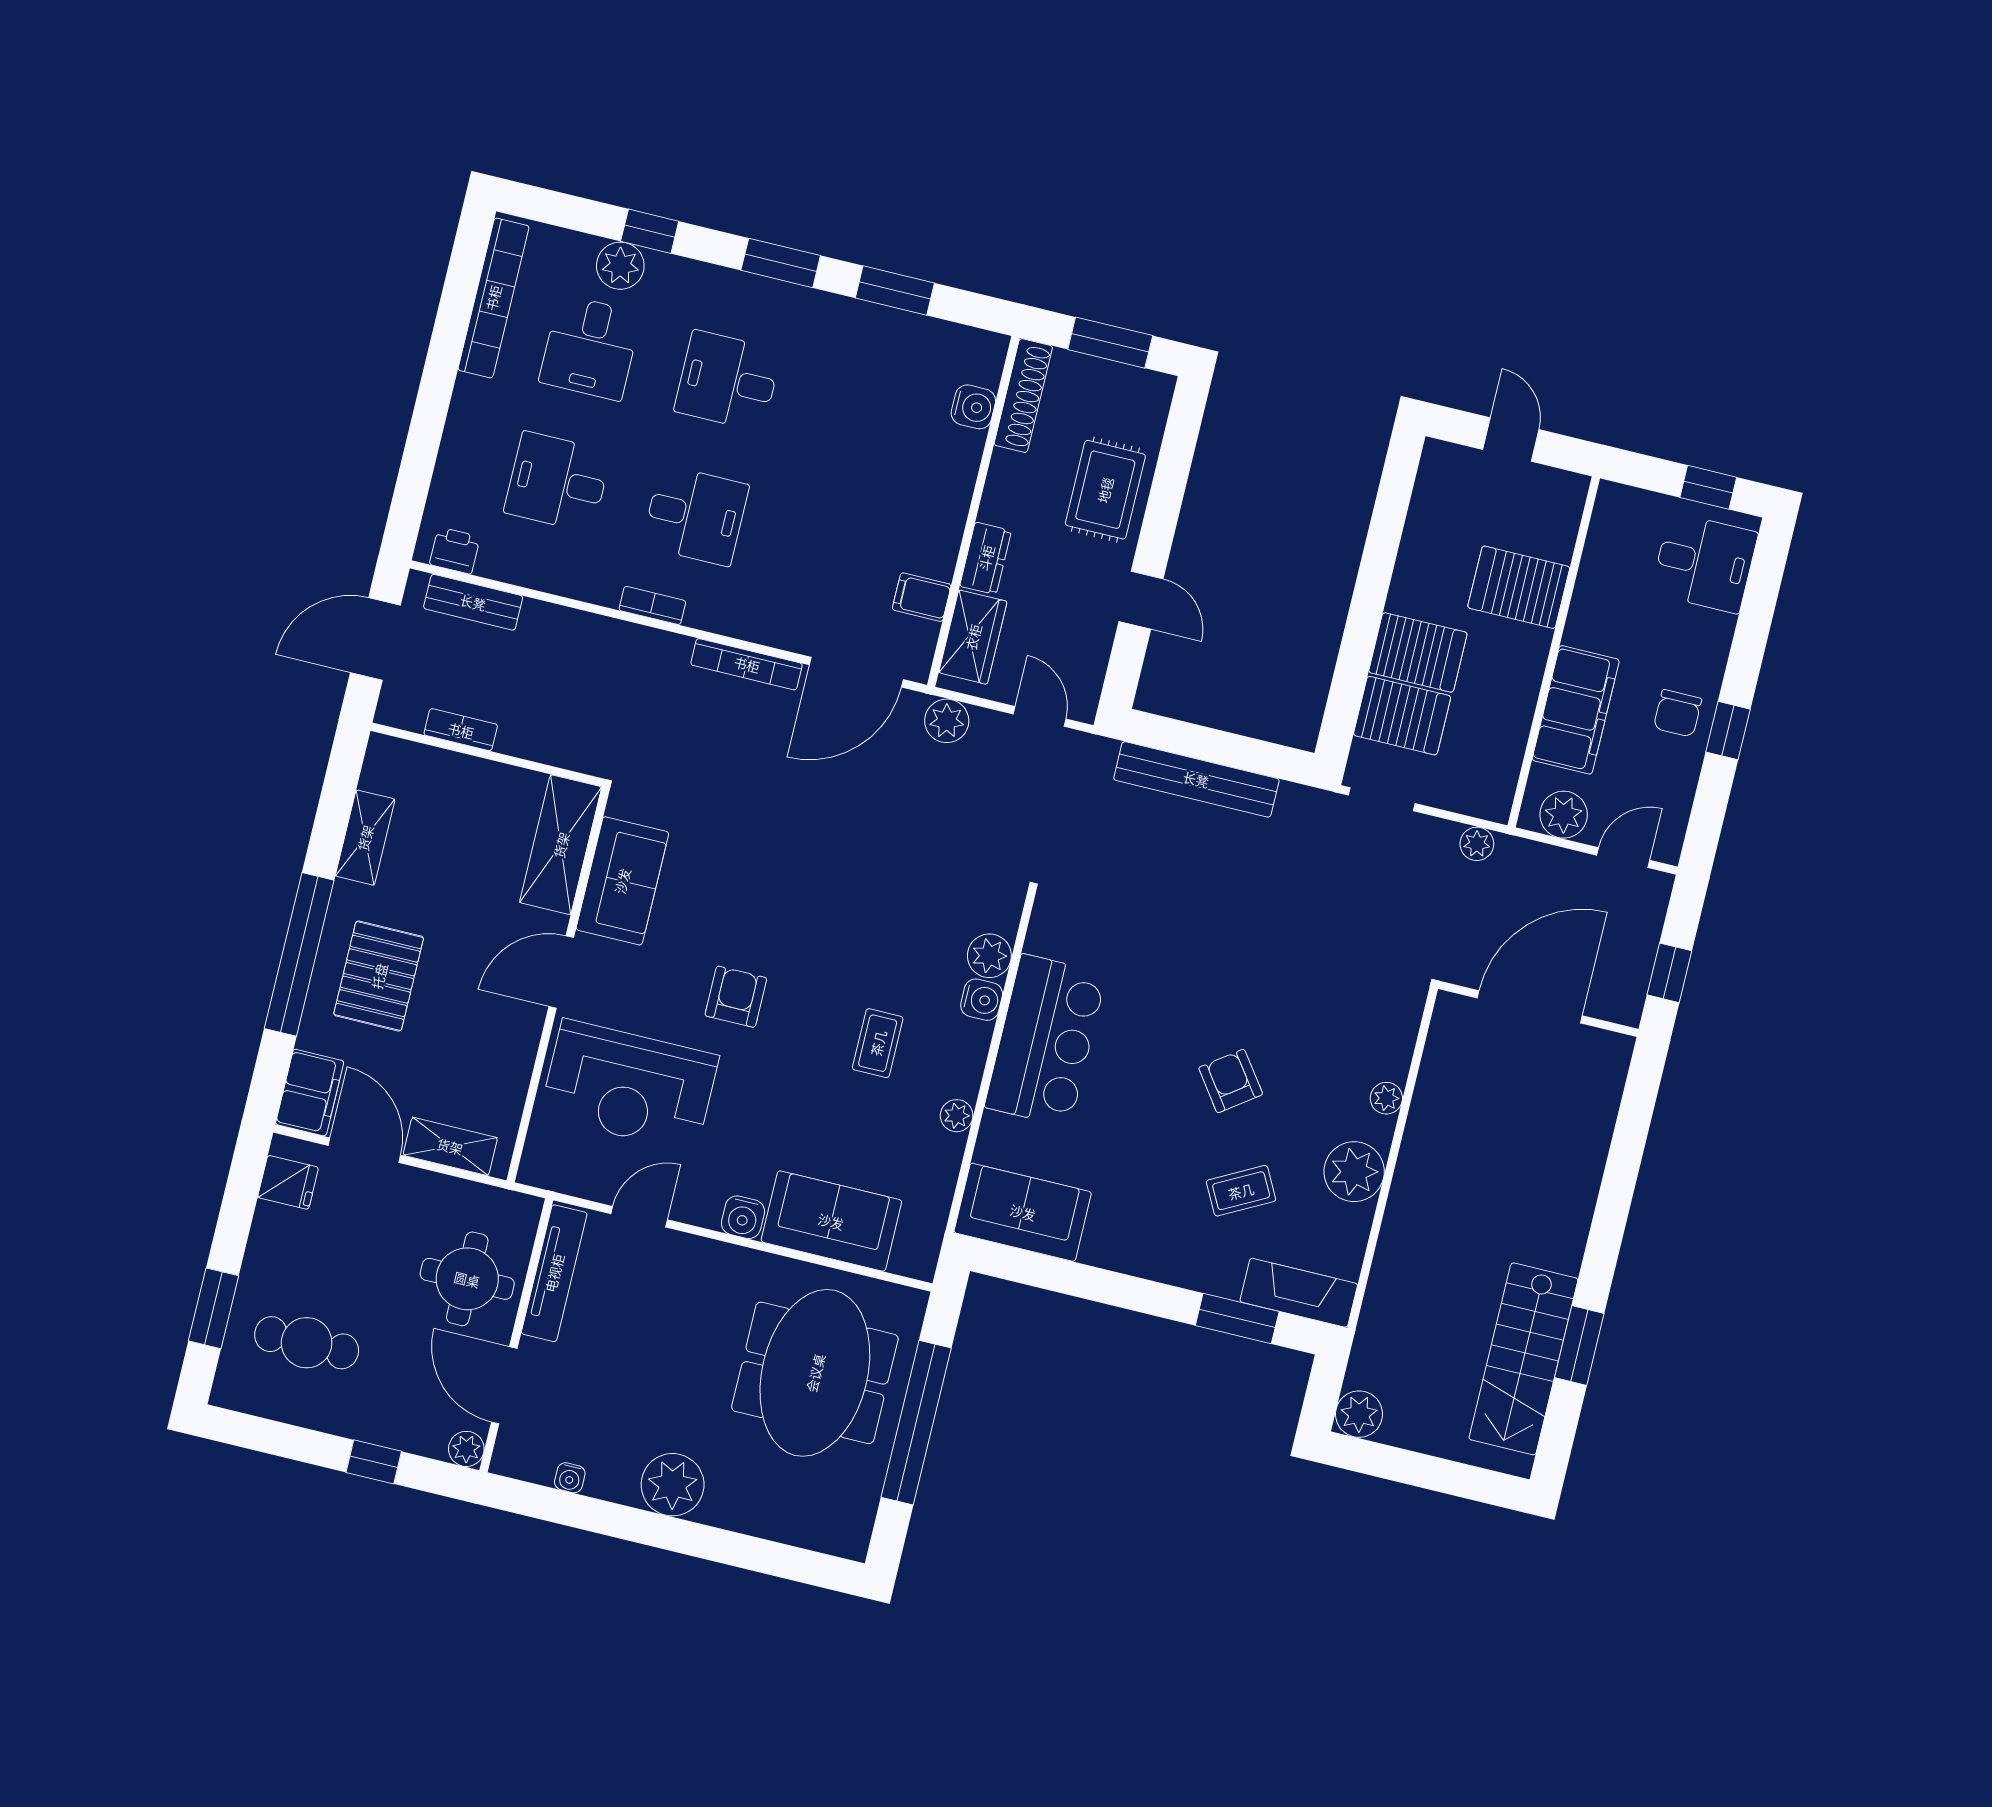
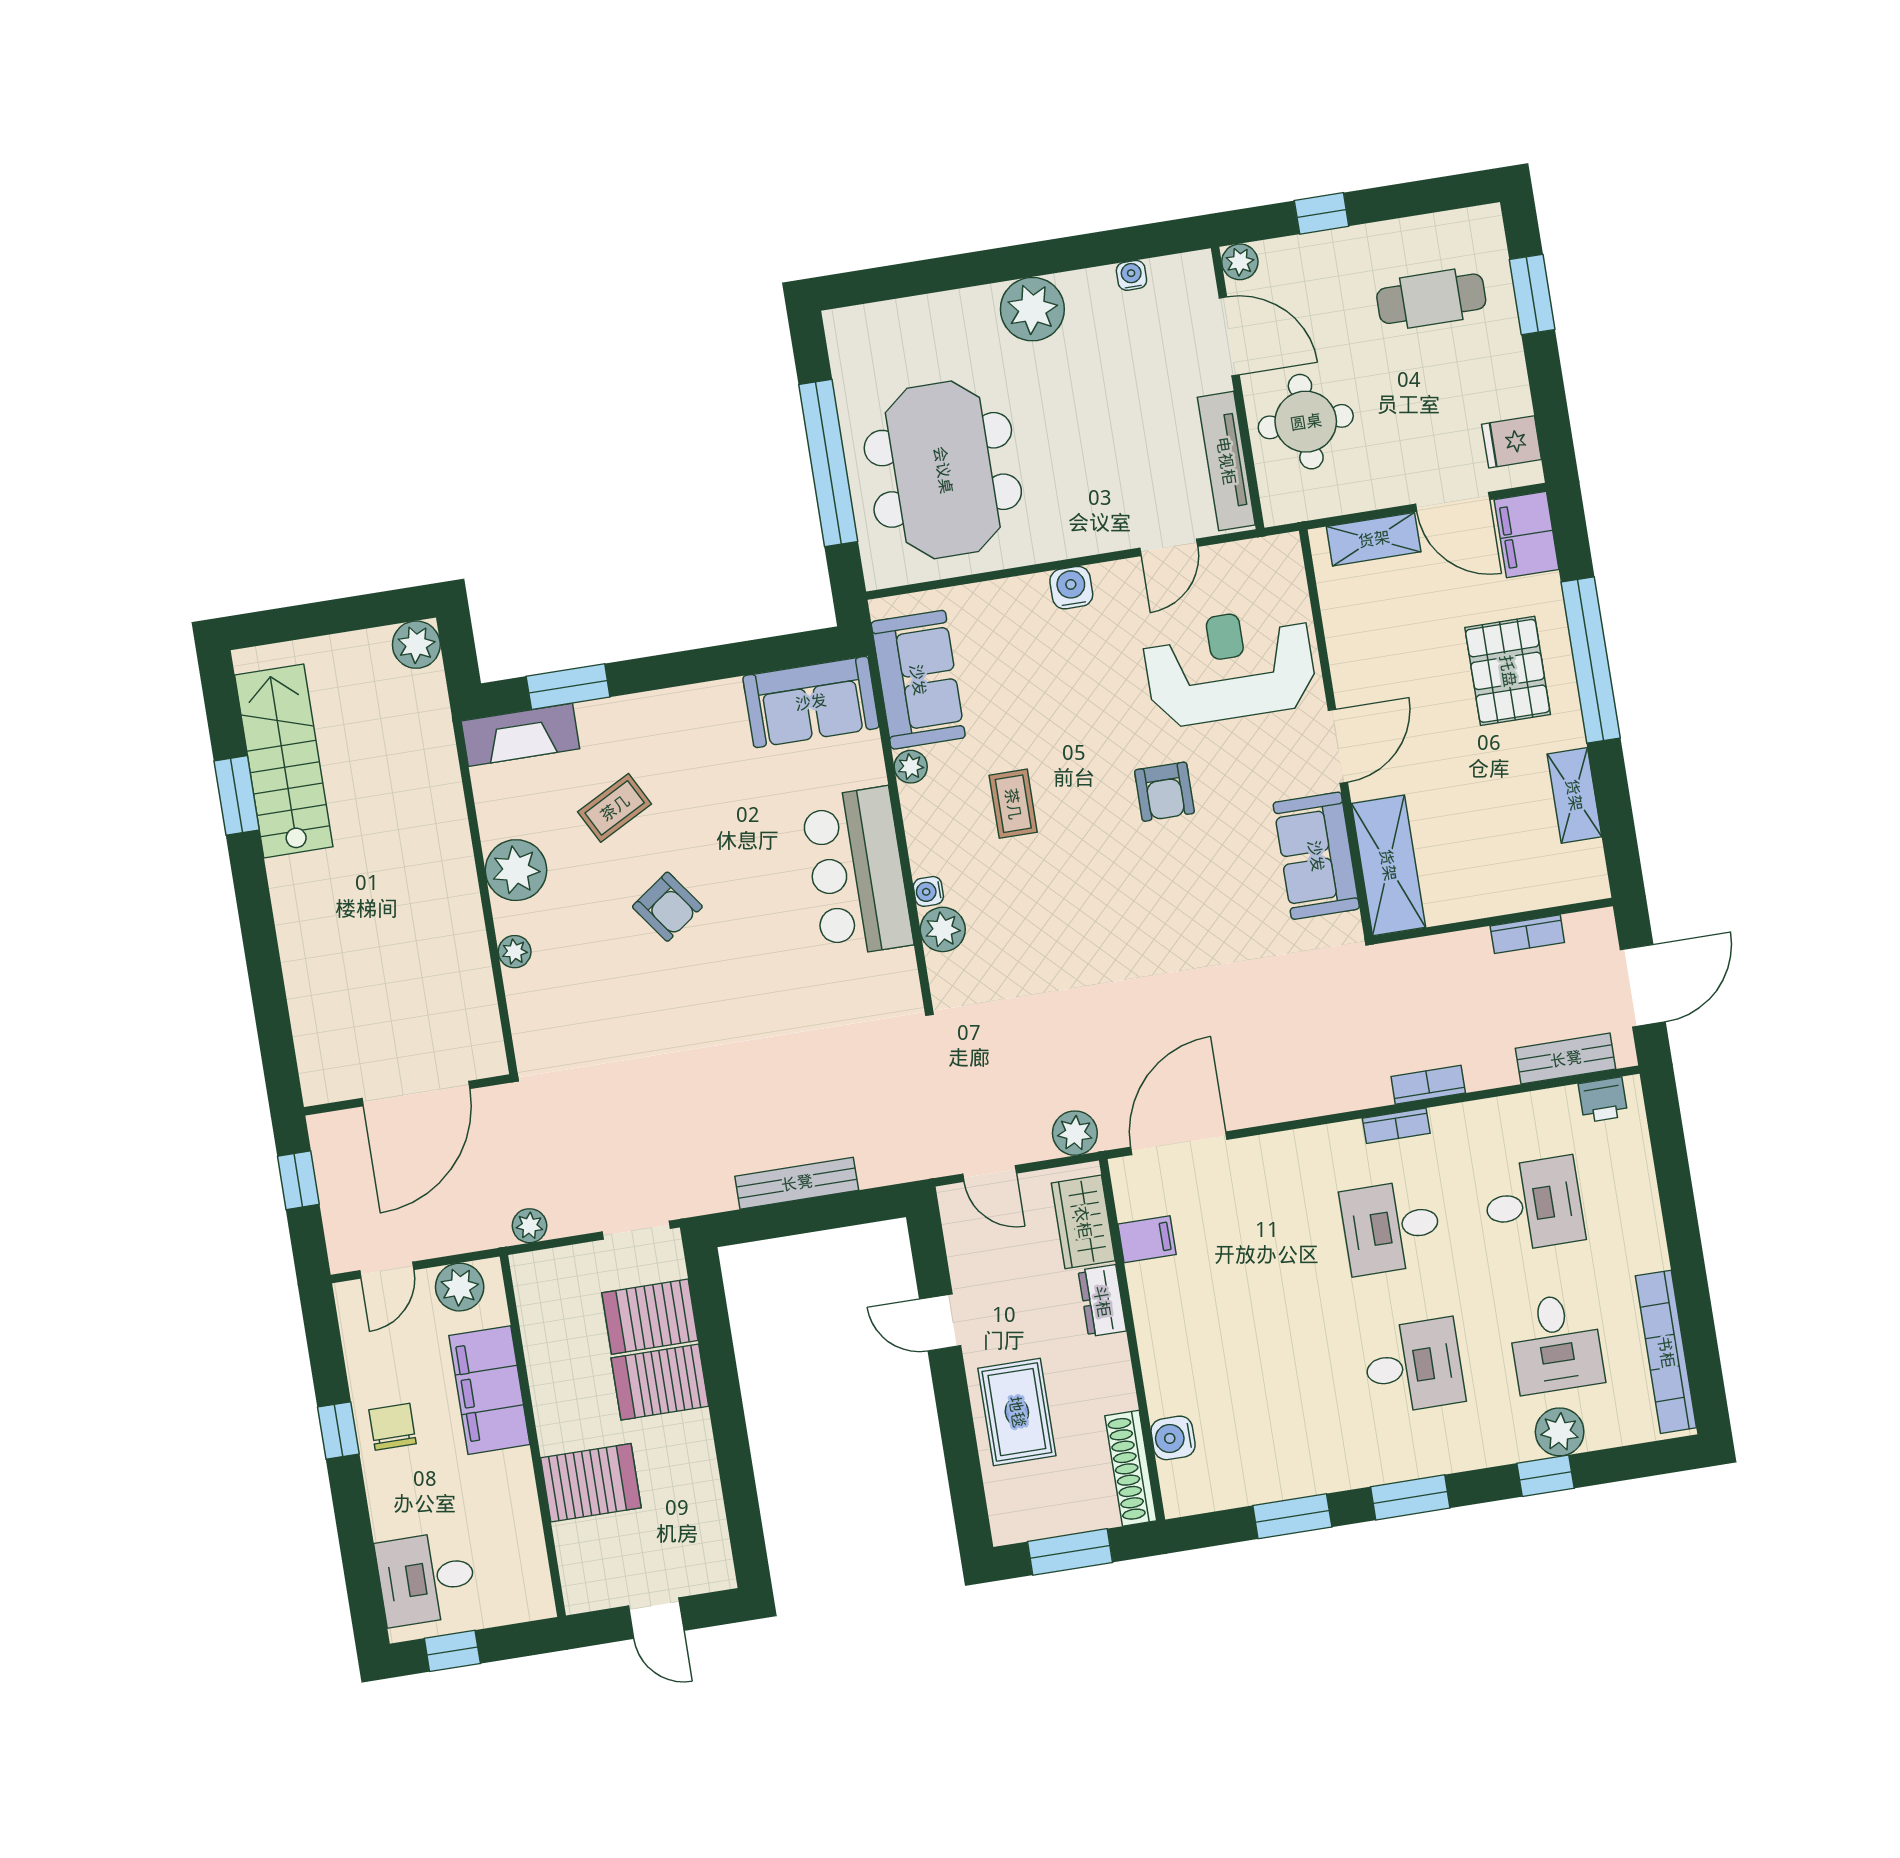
desk: (590, 348) -> (1556, 1343), turned 180
bookcase: (747, 664) -> (1428, 1085), moved, width x0.64
bench: (1196, 779) -> (797, 1183), width x0.73, depth x0.82
water cooler: (982, 1000) -> (928, 891), width x0.72, depth x0.72
sofa: (831, 1221) -> (918, 680), moved, turned -90

